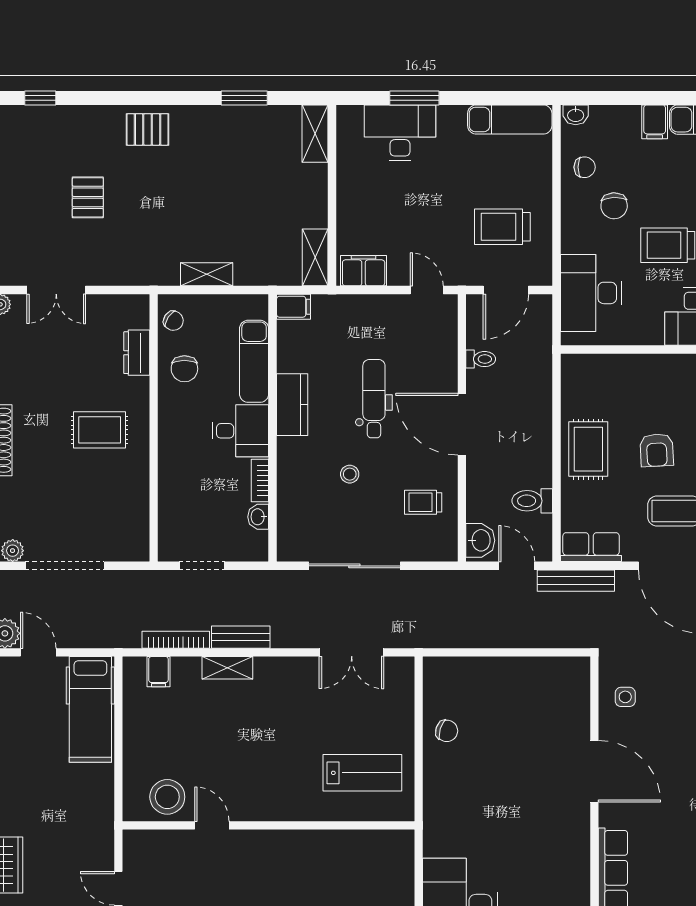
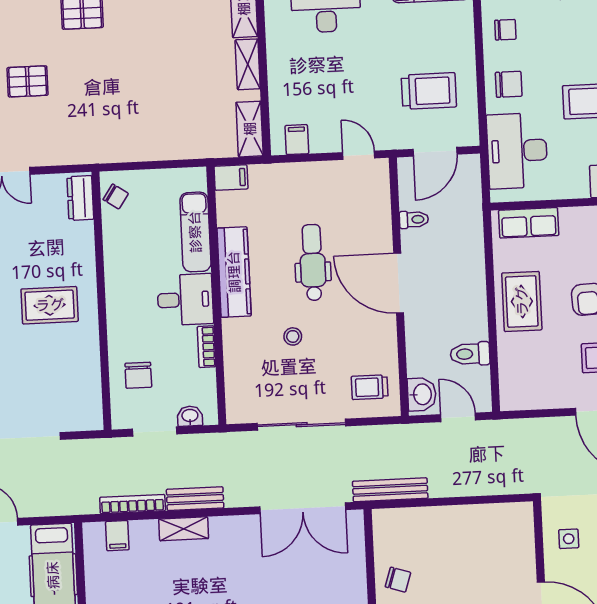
pallet: (88, 197) -> (28, 81), turned 90
chair: (614, 206) -> (509, 84), moved, turned -88
trolley: (502, 227) -> (429, 91), turned 180
filing cabinet: (364, 271) -> (297, 140), width x0.50
shelving: (207, 274) -> (248, 64), moved, turned 90
dresser: (137, 353) -> (80, 198), moved
chair: (184, 369) -> (138, 375), moved
kitchen counter: (292, 405) -> (234, 272), width x1.50
trolley: (423, 502) -> (370, 387), moved
washbasin: (258, 517) -> (190, 416), moved, turned 90
row of seats: (591, 547) -> (529, 223), moved, turned 180
bench: (576, 581) -> (390, 490), moved
double door: (352, 652) -> (303, 508), width x1.37

